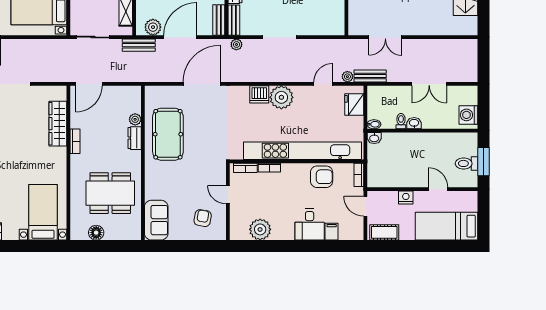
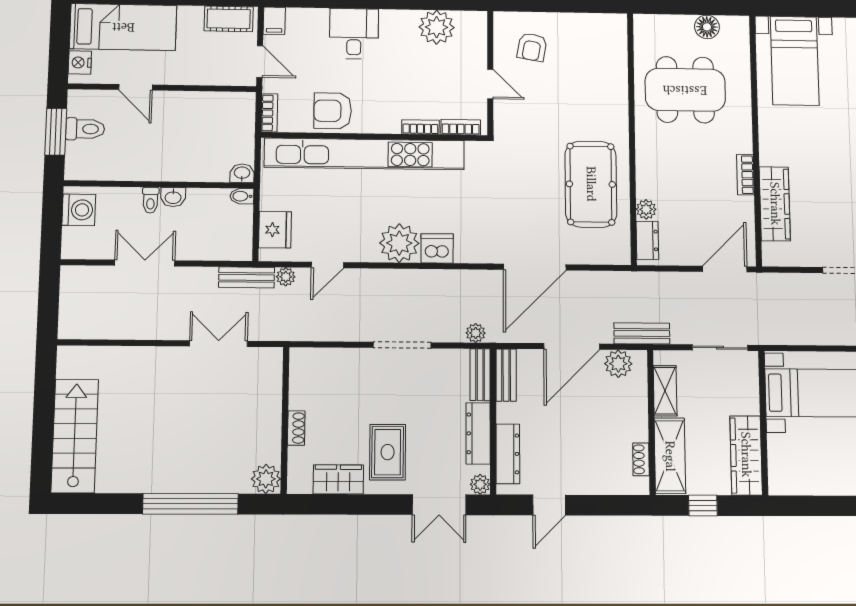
toilet: (401, 121) -> (151, 200), moved
dresser: (135, 138) -> (647, 240), moved
nightstand: (406, 198) -> (80, 63), moved, turned 90
sofa: (156, 220) -> (609, 45), removed
filing cabinet: (332, 232) -> (274, 21), moved

